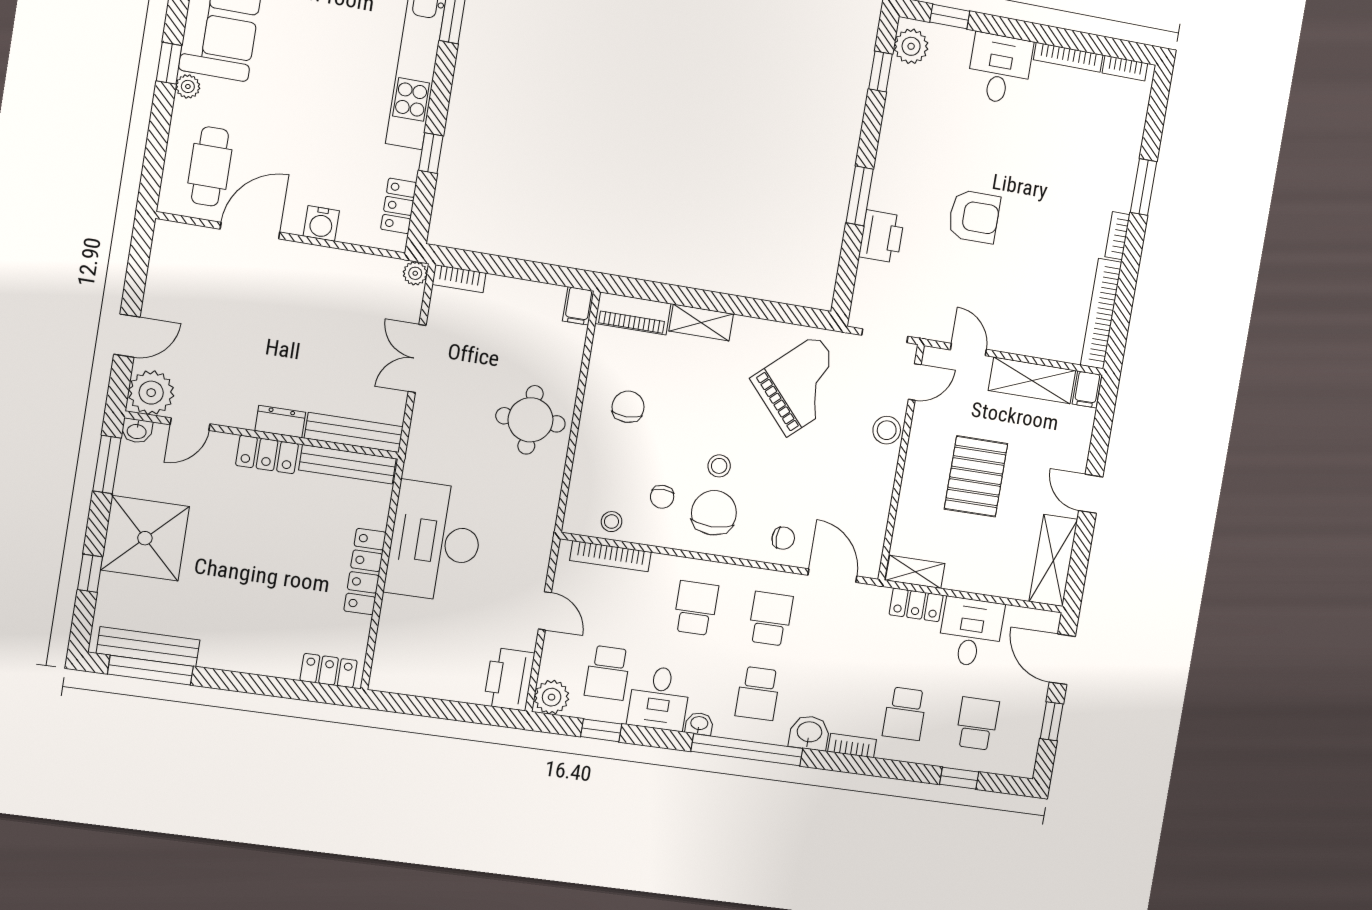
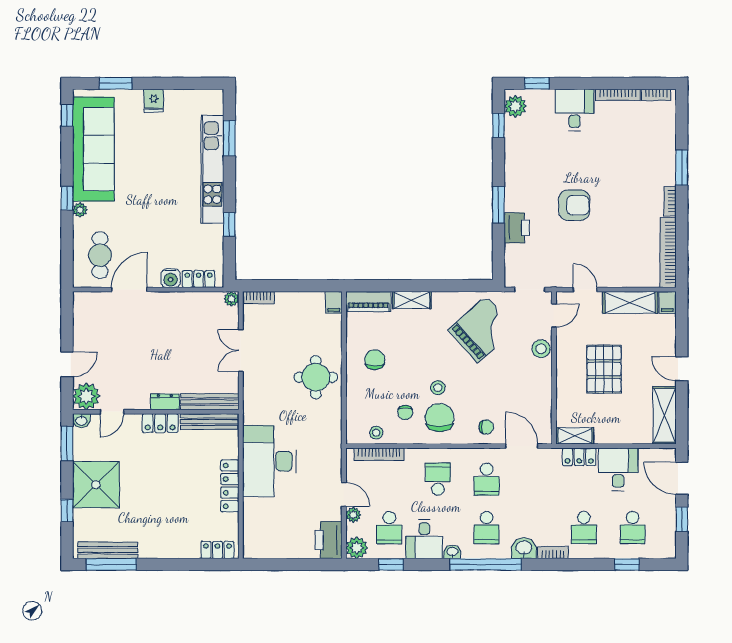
locker: (399, 206) -> (199, 279), moved, turned 90
school desk: (770, 619) -> (487, 479), turned 180
plant: (555, 645) -> (353, 515), added
school desk: (977, 724) -> (633, 528), turned 180

